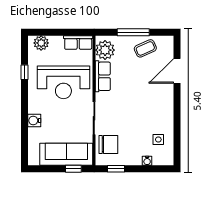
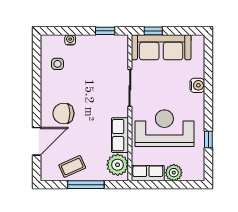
plant: (41, 43) -> (174, 173), moved
chair: (108, 144) -> (63, 113), moved

